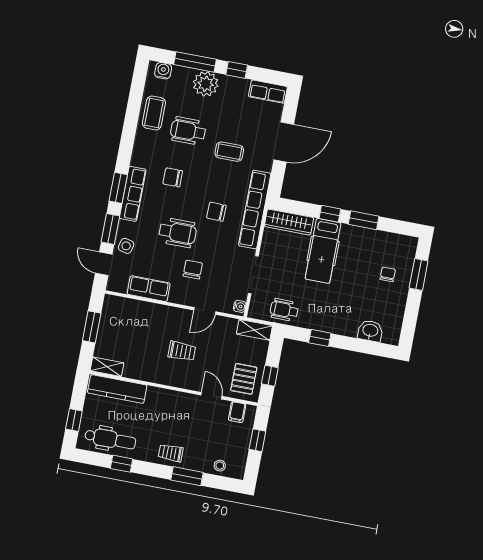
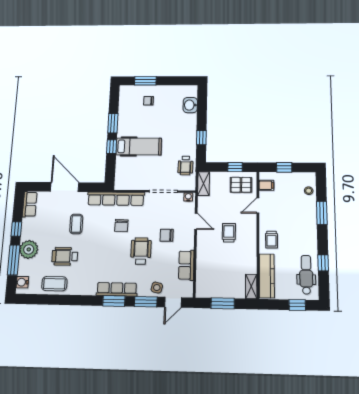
wheelchair: (188, 131) -> (65, 256), turned 90
chair: (173, 177) -> (100, 262), removed
wardrobe: (289, 222) -> (122, 173), removed
trolley: (171, 453) -> (272, 240), moved

